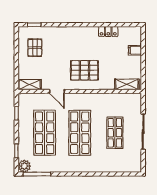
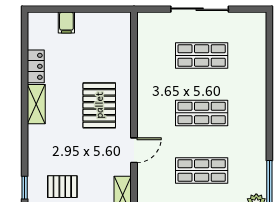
shelving: (127, 84) -> (36, 104), moved
shop shelf: (45, 133) -> (202, 170), width x0.70, depth x0.74
shop shelf: (80, 133) -> (202, 113), width x0.70, depth x0.74

